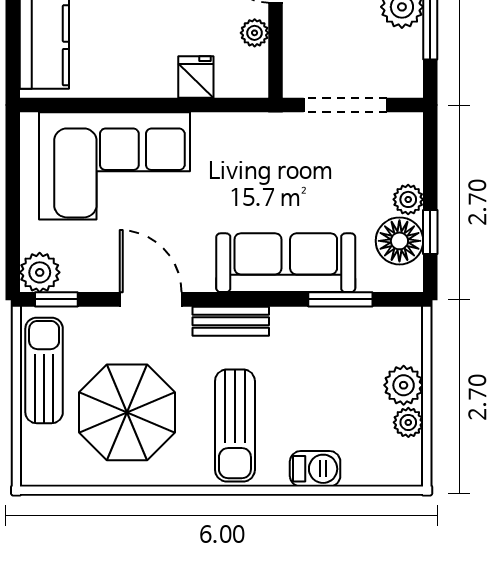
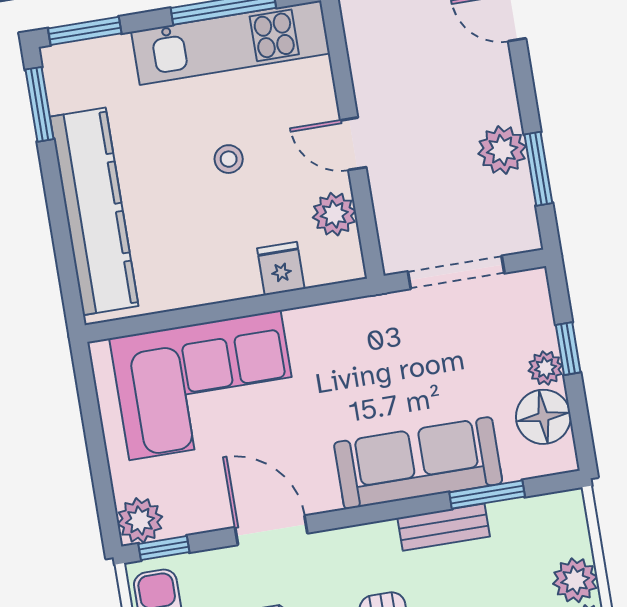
plant: (255, 33) -> (334, 214), width x1.38, depth x1.38
window: (430, 232) -> (568, 349), moved
bench: (231, 321) -> (444, 527), moved

